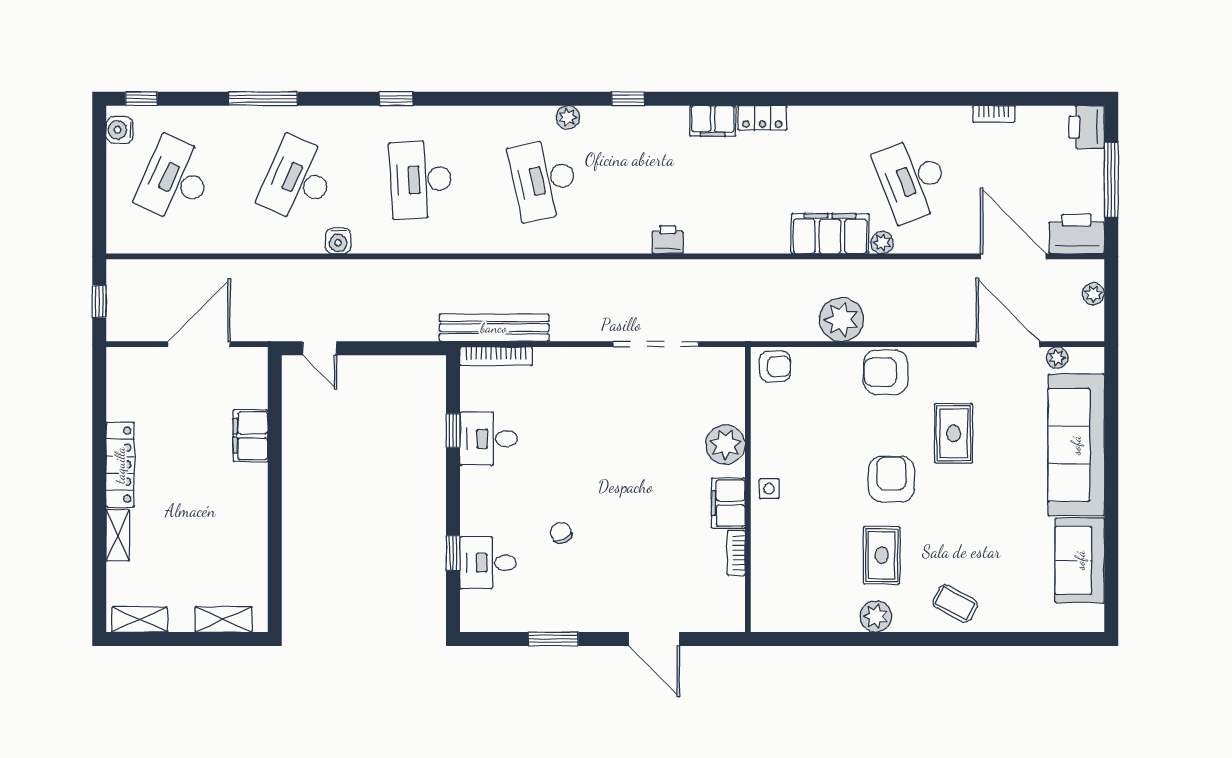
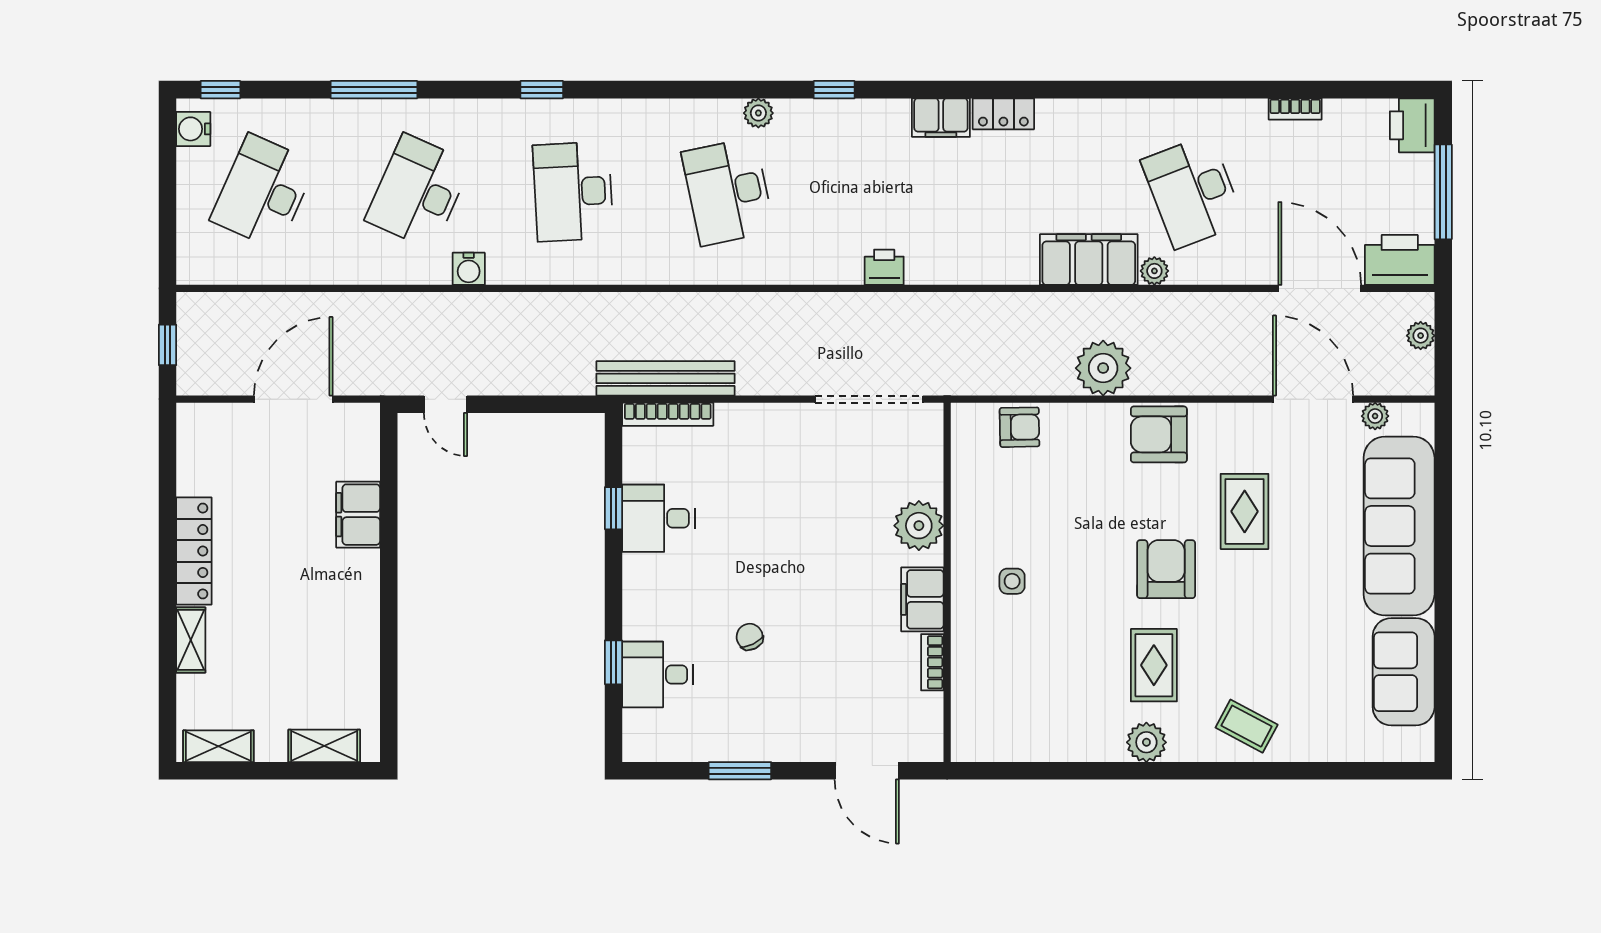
plant: (725, 445) -> (919, 526), moved
wall: (748, 490) -> (947, 582), moved
filing cabinet: (728, 503) -> (922, 599), moved
bookcase: (736, 553) -> (932, 662), moved

